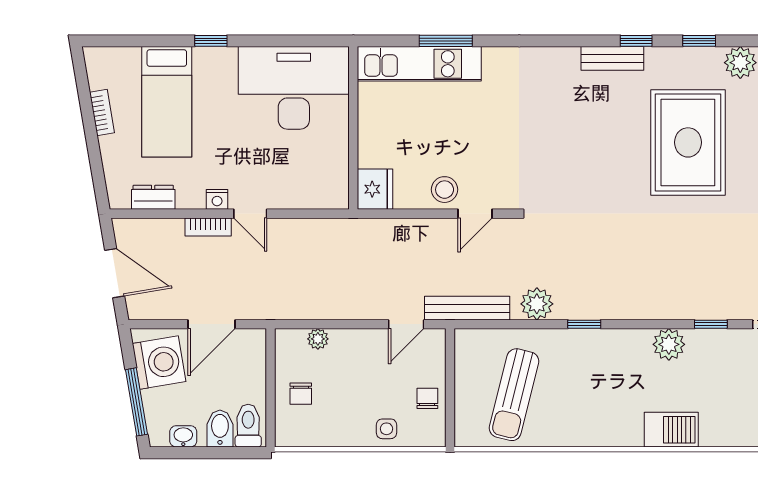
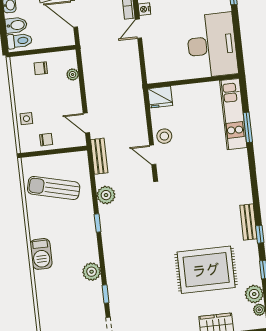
bench: (467, 308) -> (99, 156), width x0.73
barbecue: (671, 430) -> (41, 254), moved

